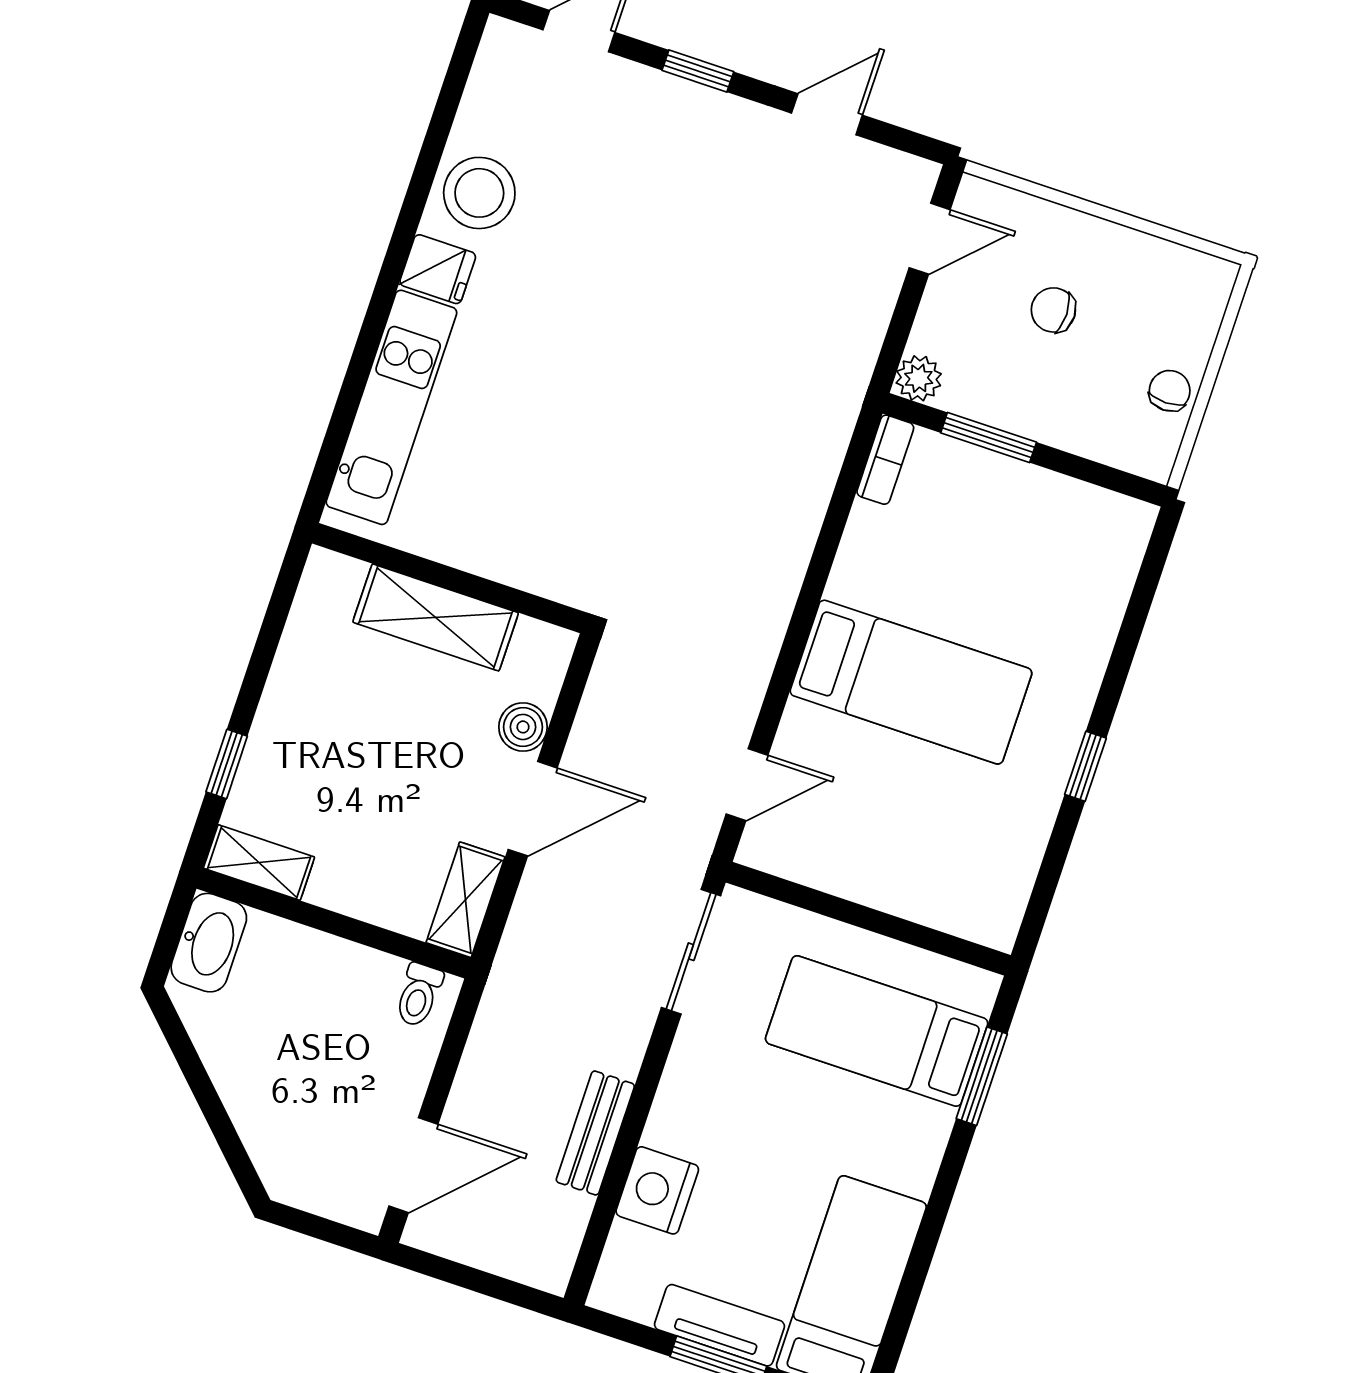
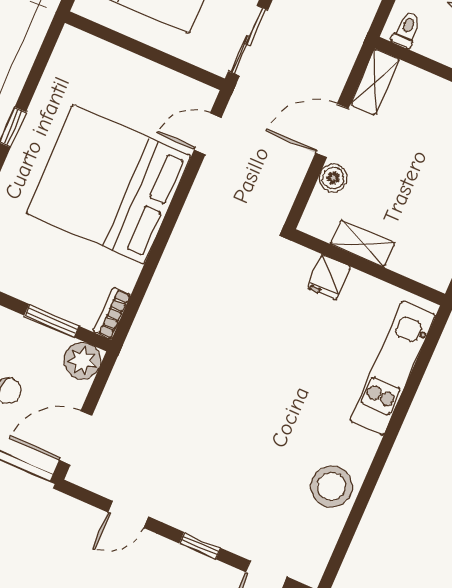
door: (930, 239) -> (76, 438), width x1.38
fridge: (438, 269) -> (329, 277), moved, turned -90
plant: (919, 378) -> (82, 361), width x1.38, depth x1.38
shelving: (436, 617) -> (363, 243), width x0.67, depth x0.75
bed: (911, 682) -> (108, 184), width x2.04

